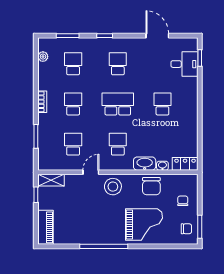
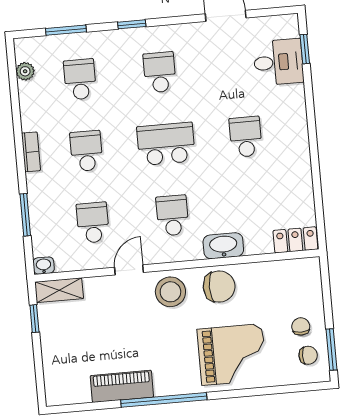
washbasin: (162, 166) -> (44, 266), moved
chair: (151, 186) -> (219, 287), moved, turned -90
chair: (183, 201) -> (301, 326), moved
piano: (45, 227) -> (122, 386), moved, turned -90

